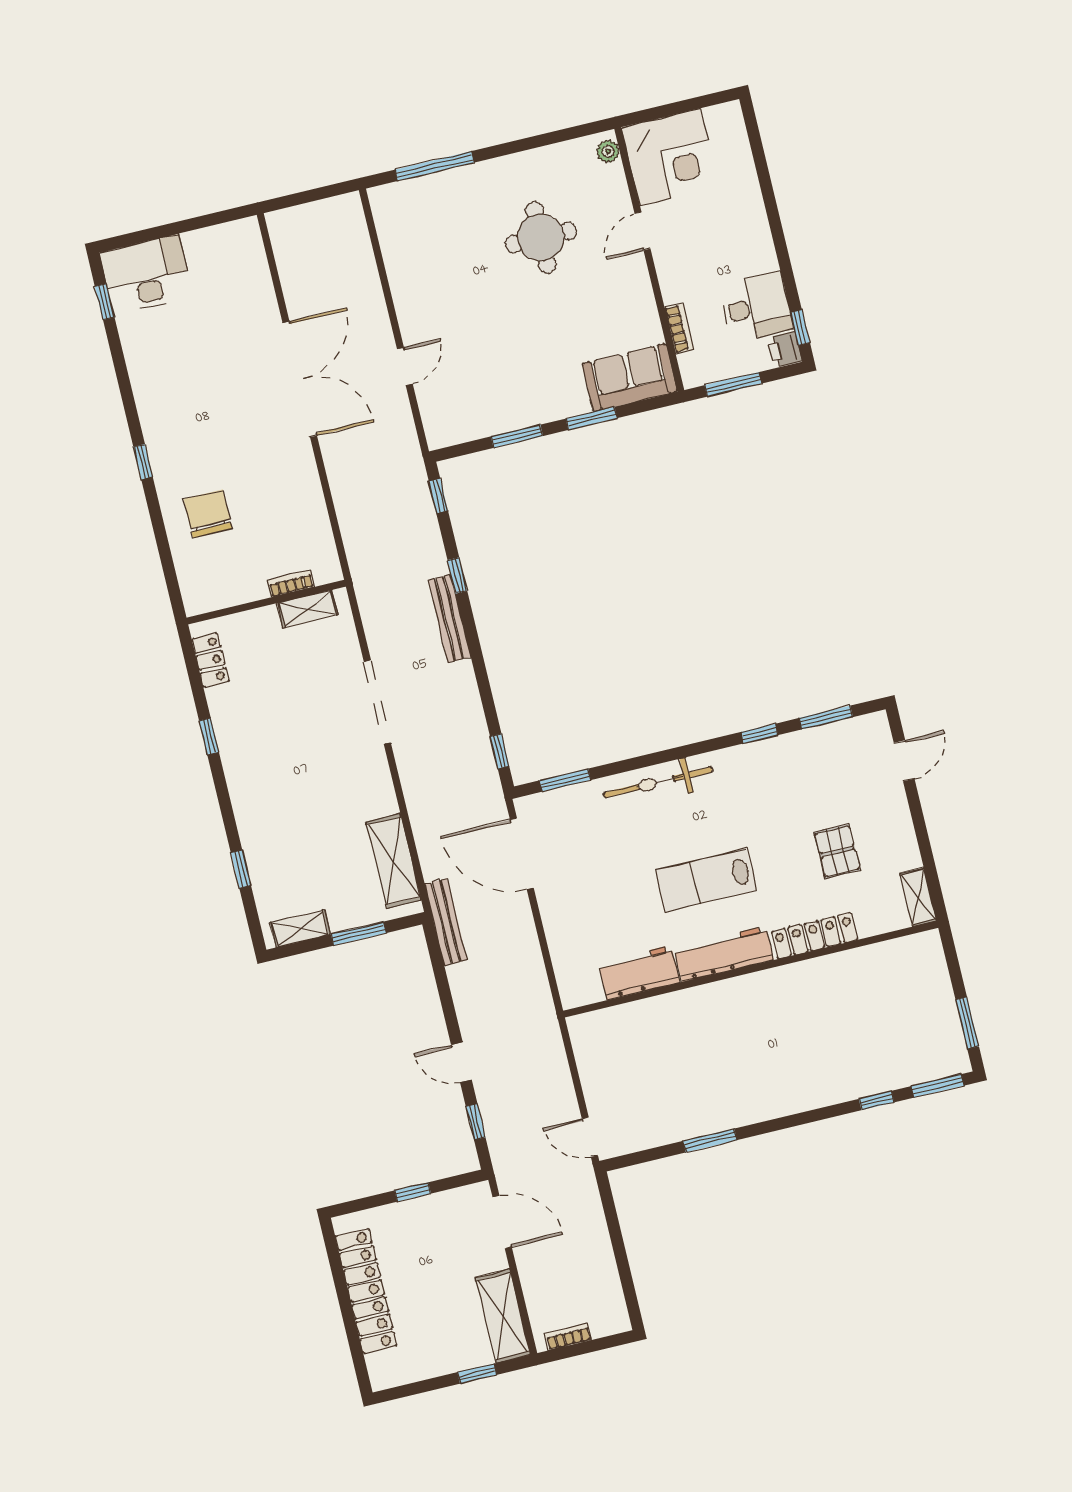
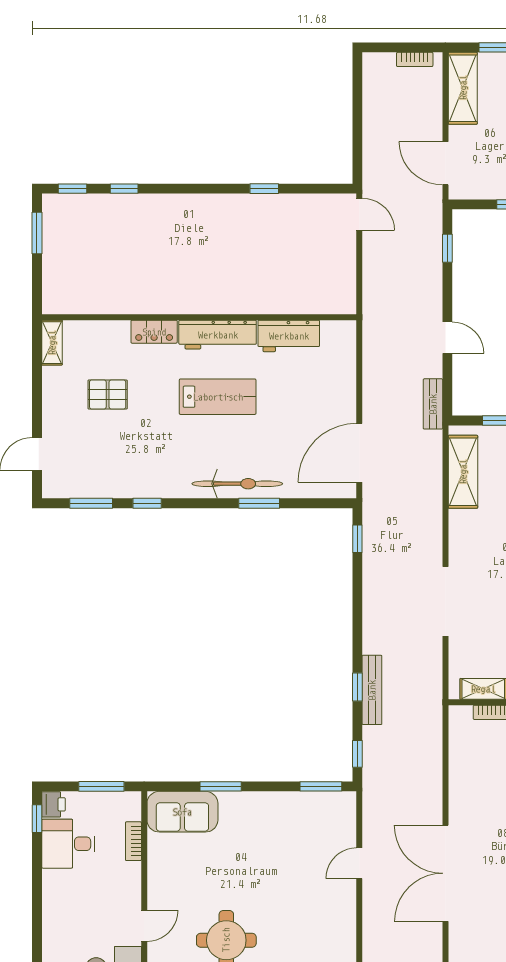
window: (517, 436) -> (321, 786), moved
bench: (449, 618) -> (372, 690), moved
window: (565, 780) -> (259, 503), moved
pallet: (837, 851) -> (108, 394), turned 90
door: (522, 854) -> (359, 453), swing flipped
bench: (446, 922) -> (433, 404), width x0.73
locker: (814, 936) -> (154, 332), width x0.66
door: (461, 1062) -> (447, 338), moved
window: (938, 1086) -> (73, 189), width x0.67
window: (710, 1140) -> (264, 189), width x0.67

